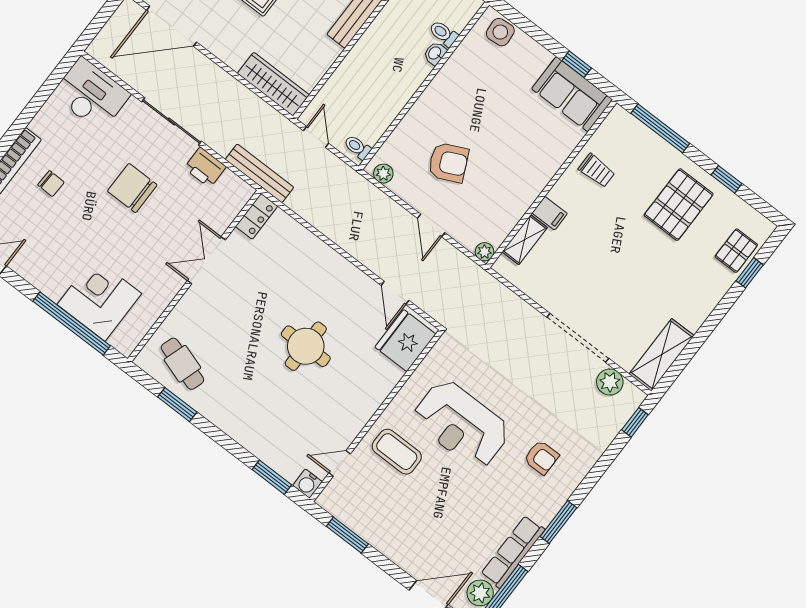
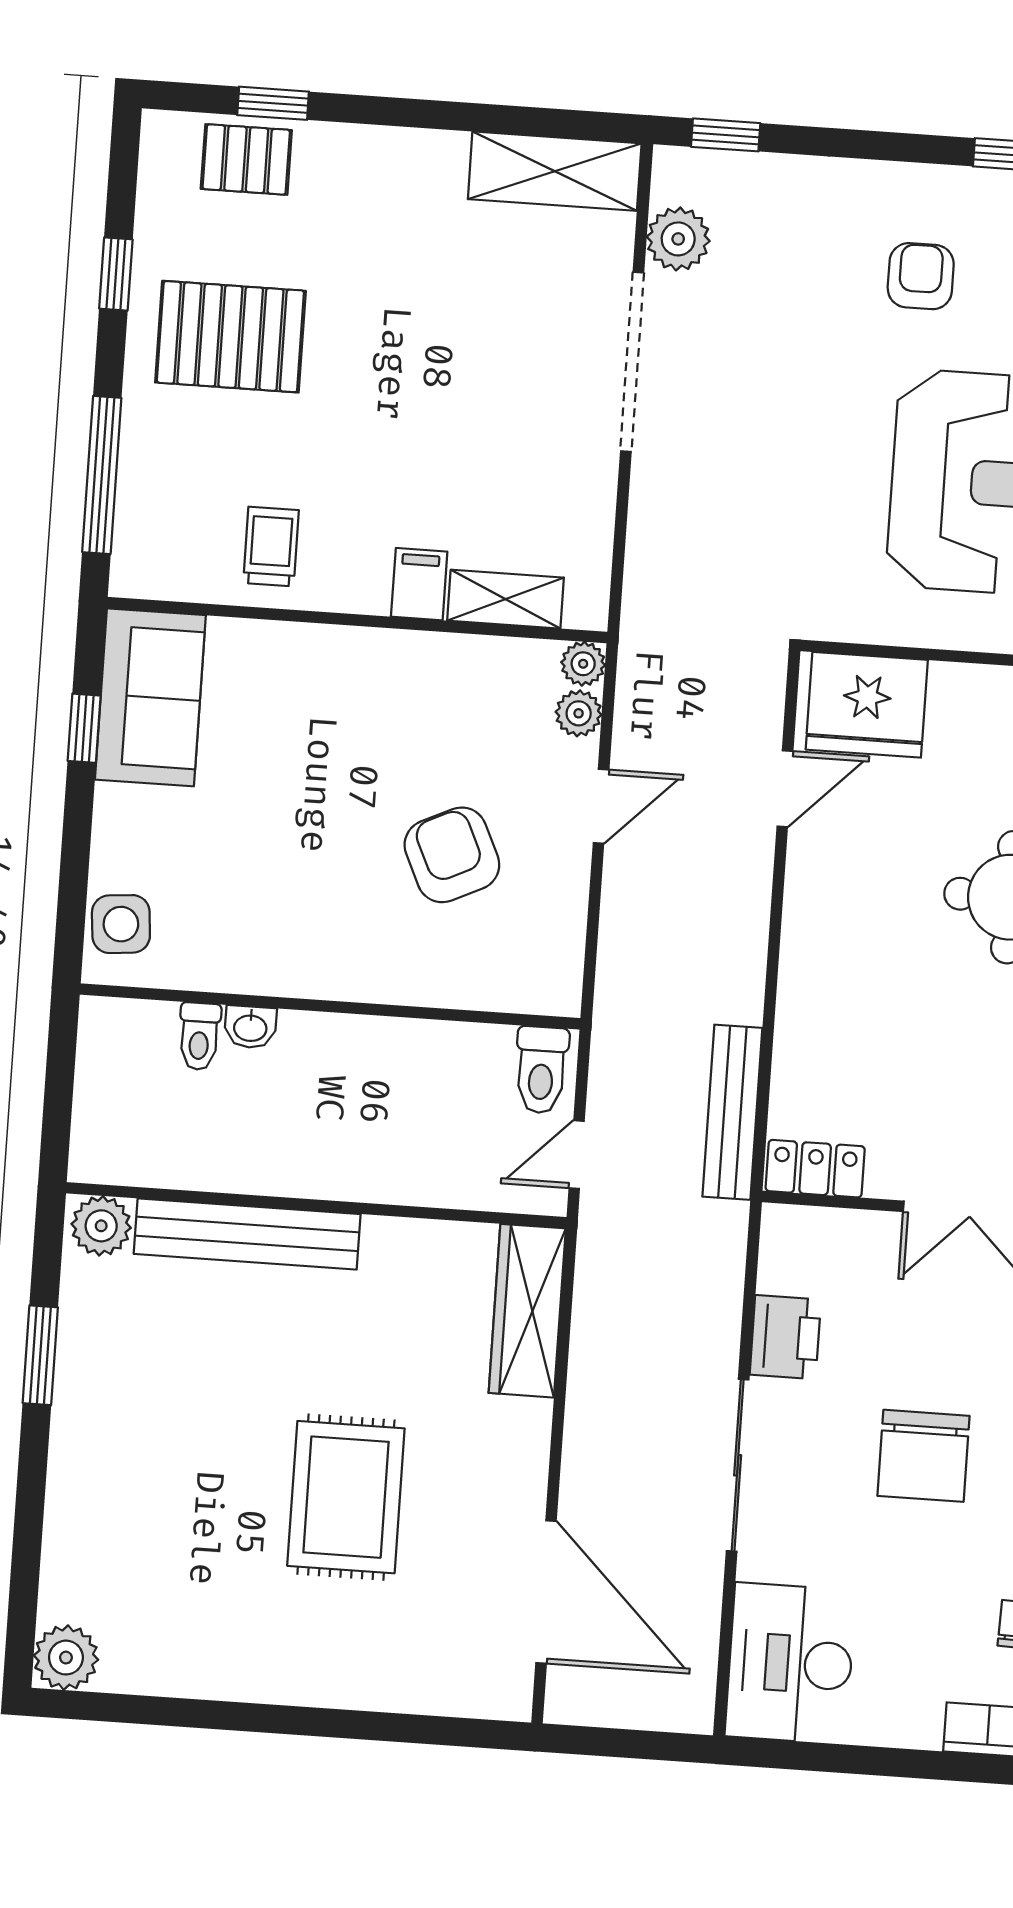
toilet: (357, 147) -> (541, 1070), width x1.37, depth x1.39
bench: (259, 173) -> (732, 1112), moved
plant: (383, 174) -> (579, 713), moved

